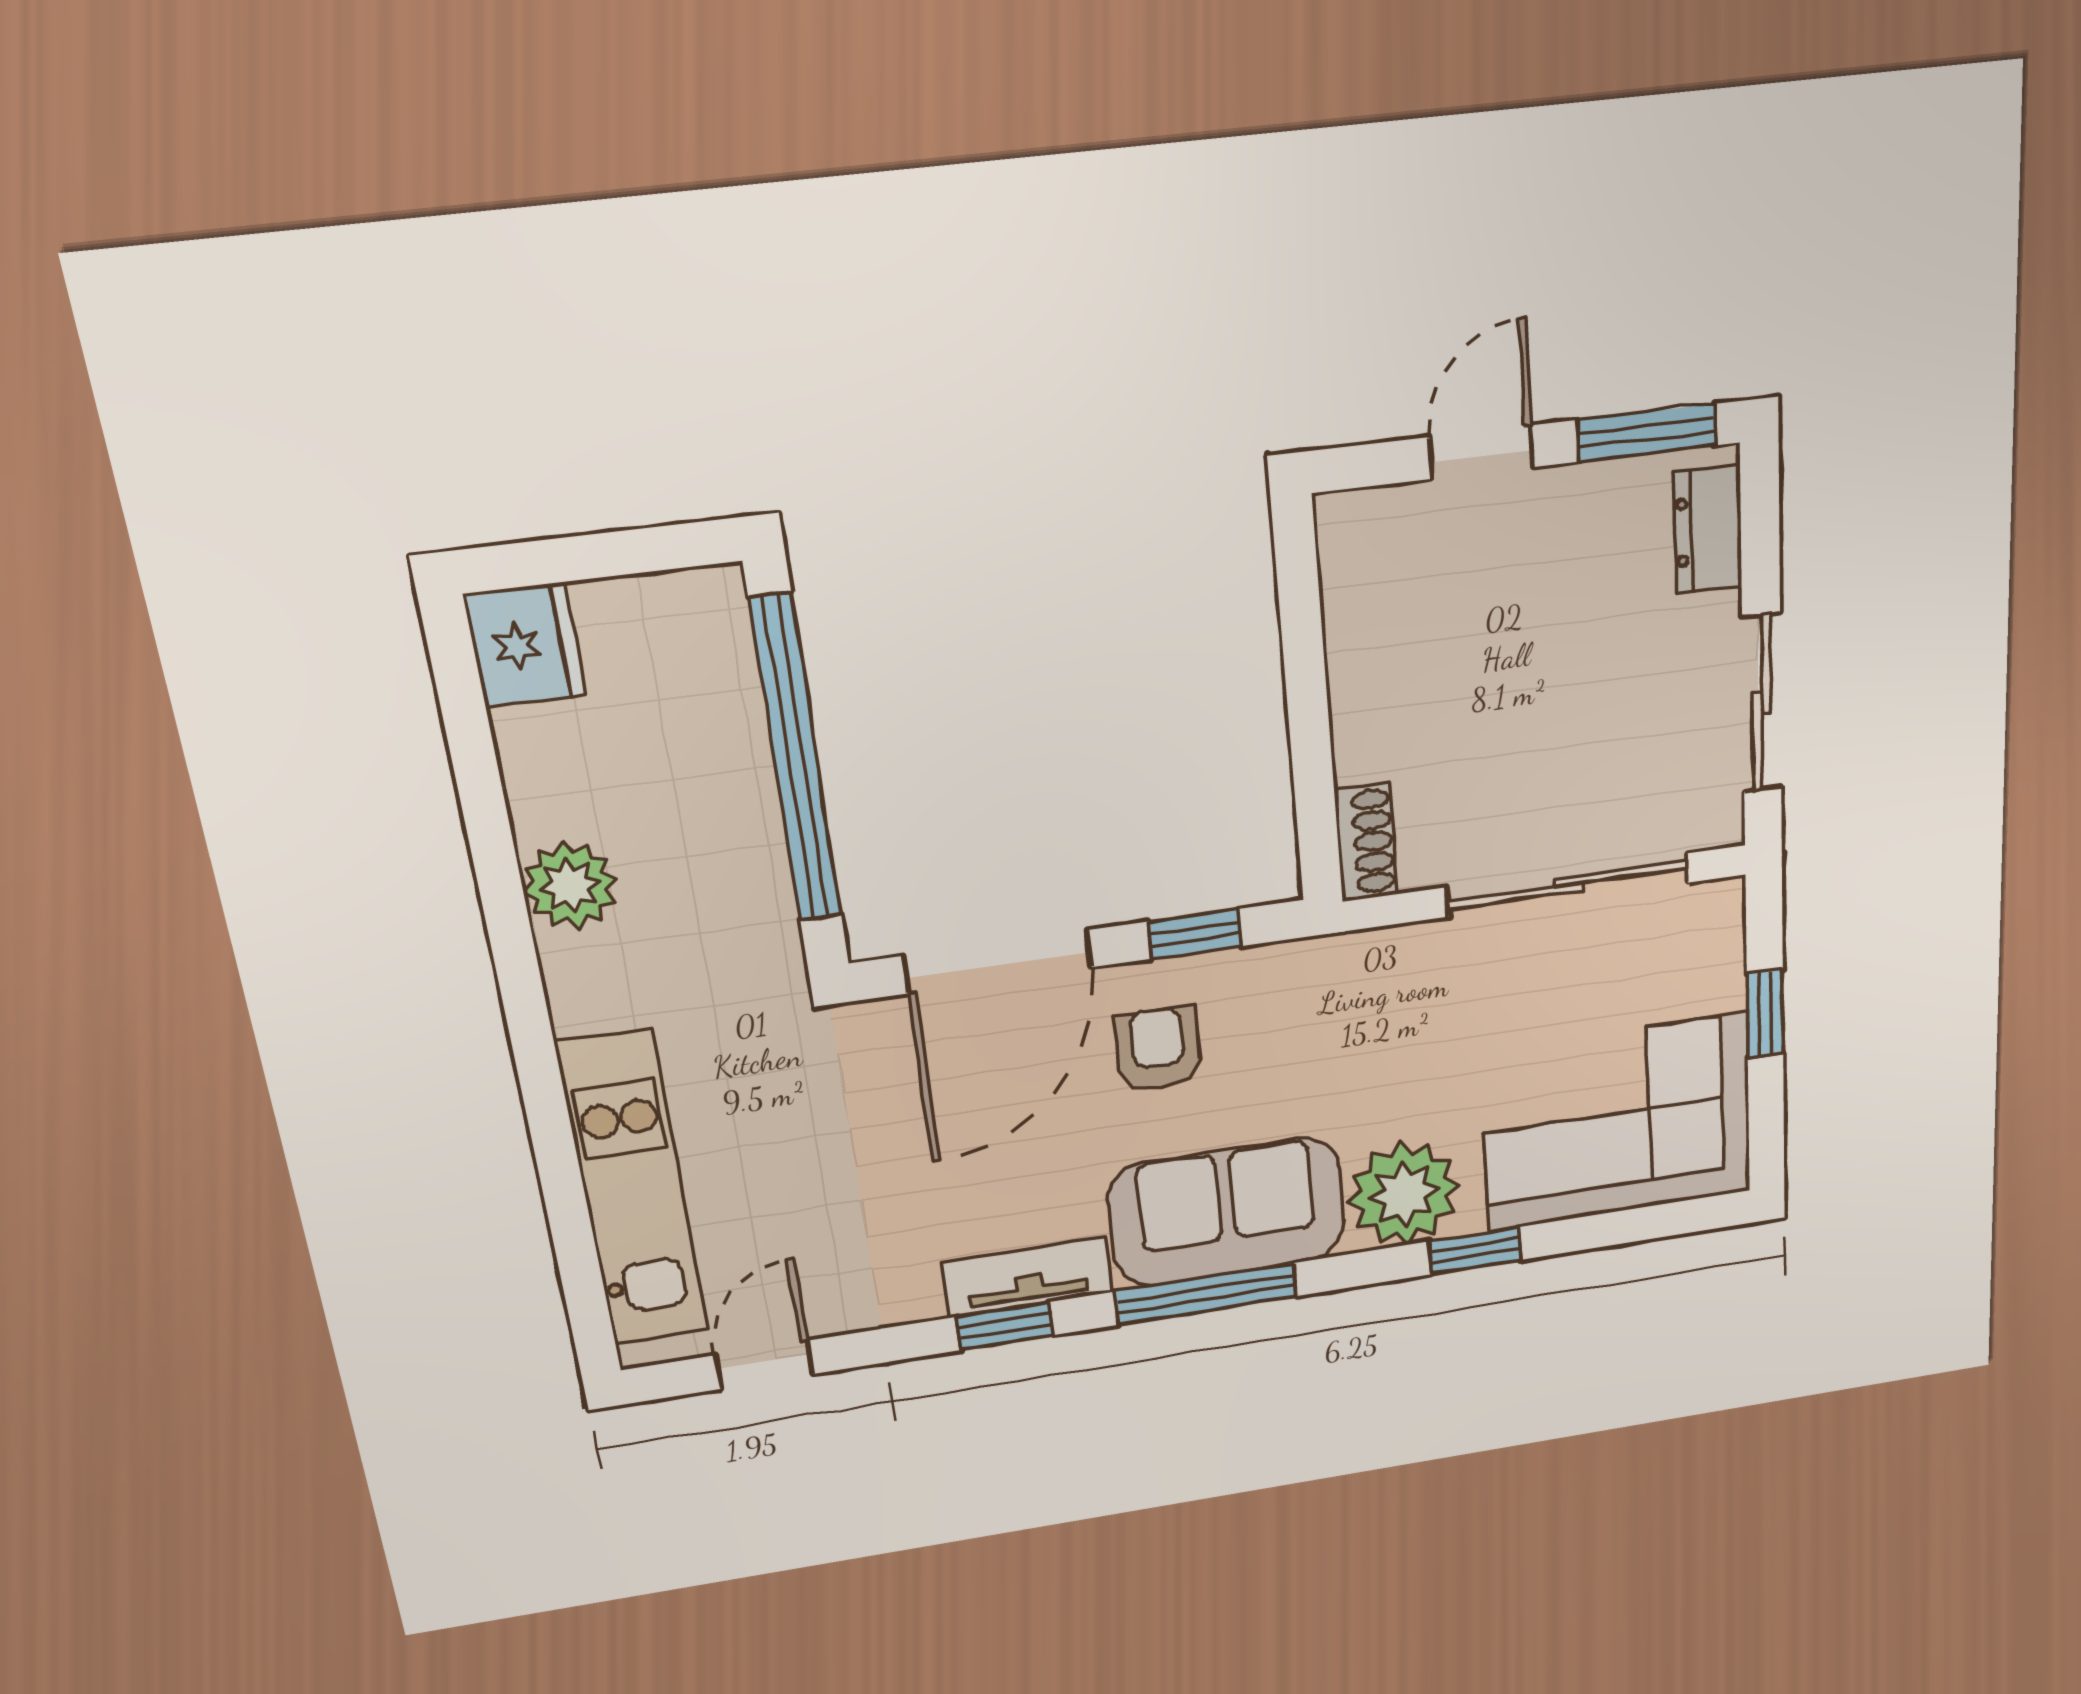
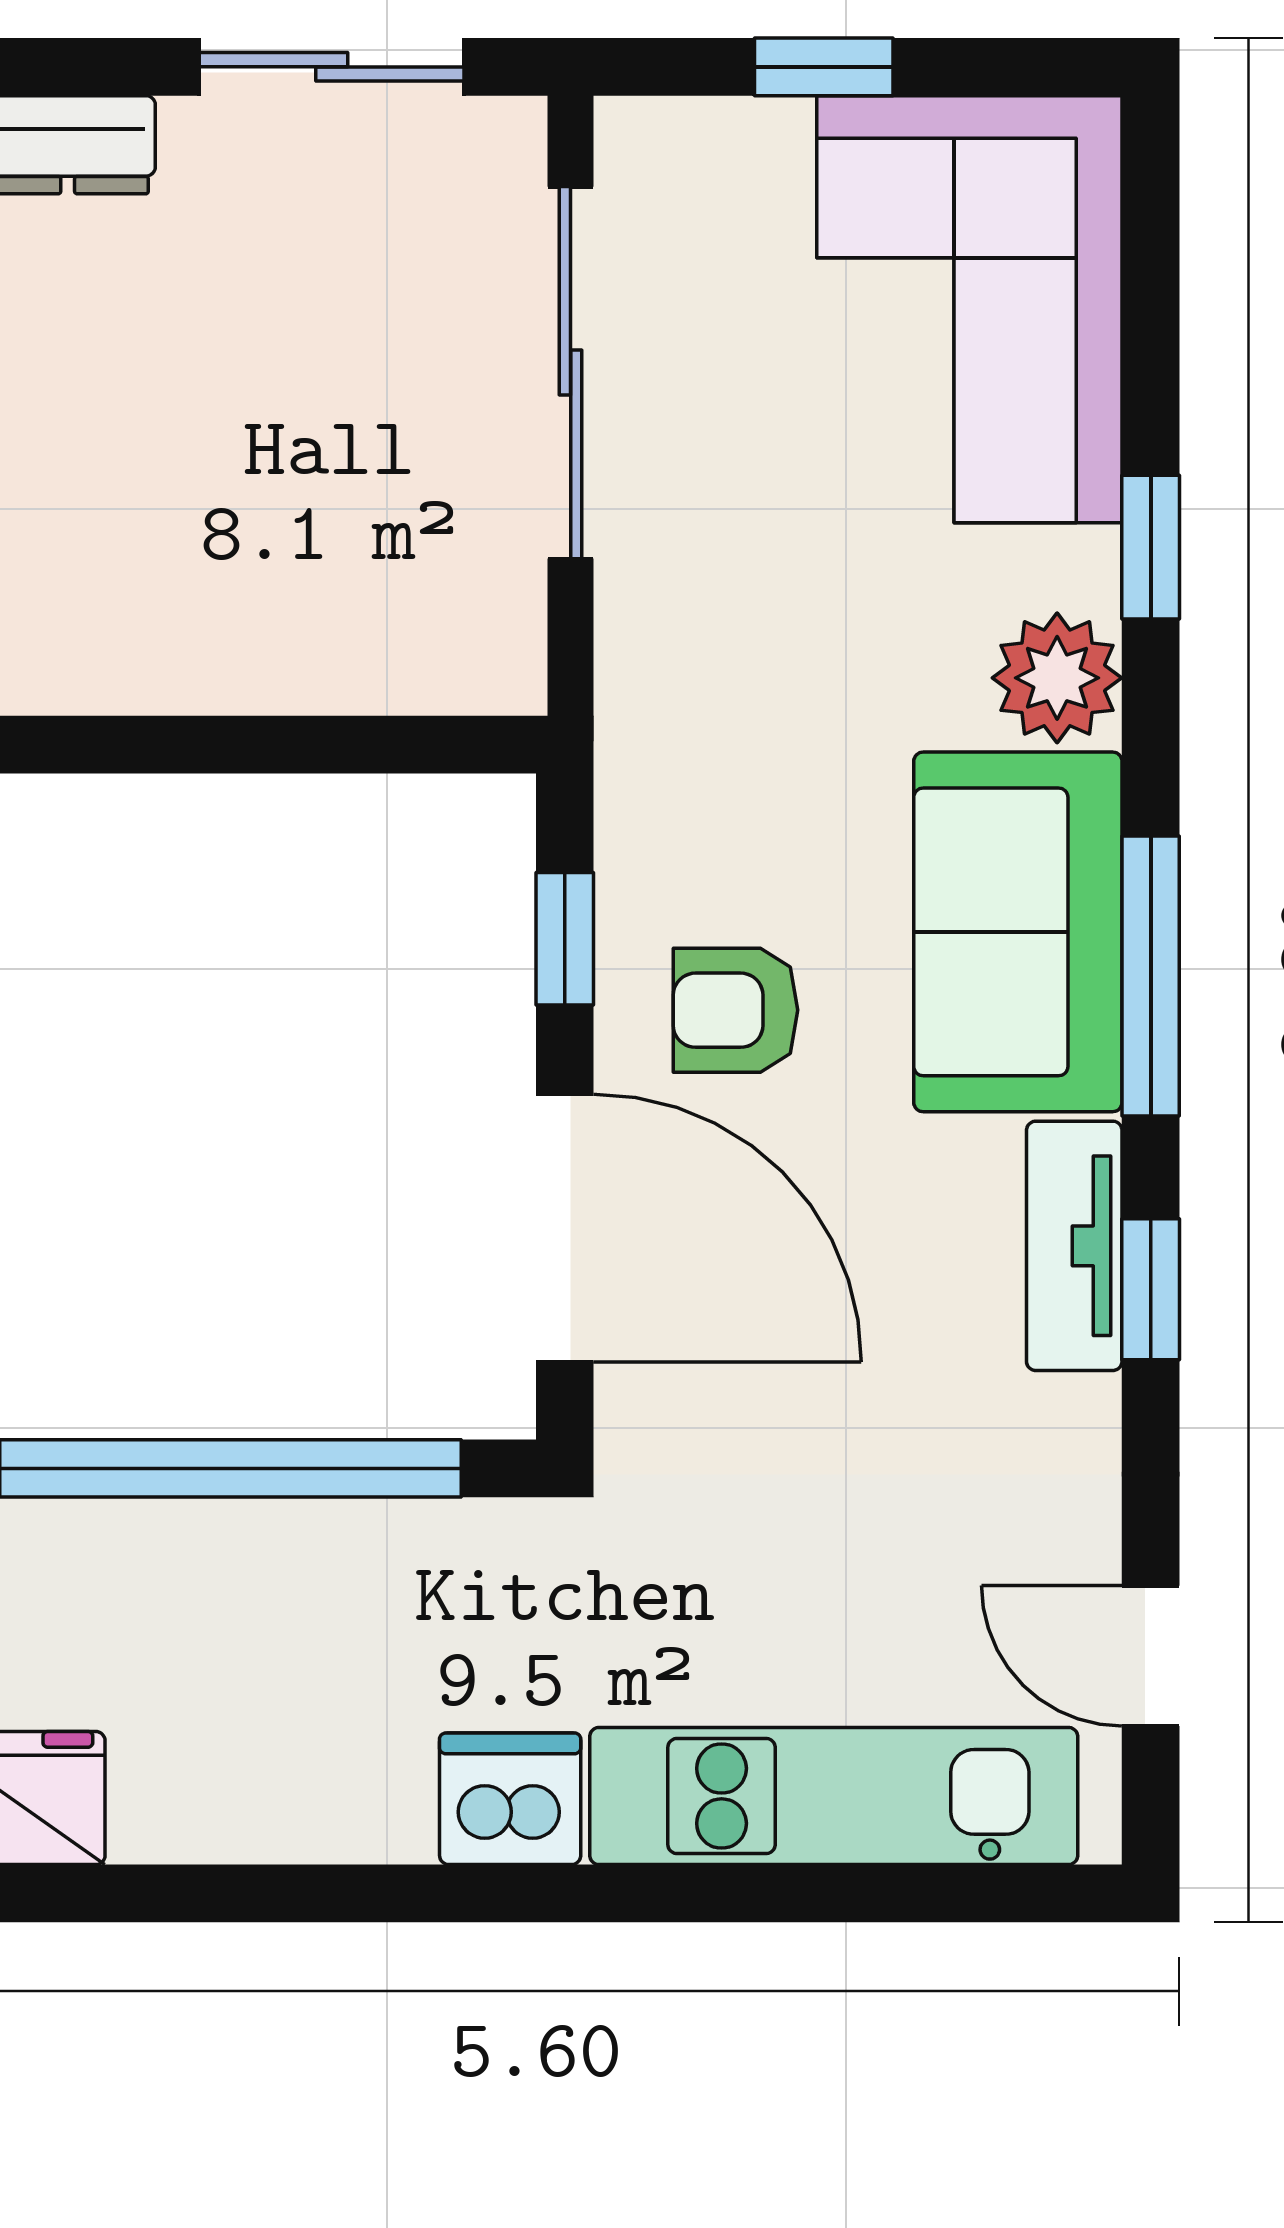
shoe rack: (1366, 842) -> (462, 674), removed
plant: (570, 886) -> (366, 1801), removed
dishwasher: (591, 982) -> (510, 1799), added
plant: (1404, 1194) -> (1057, 678), width x0.73, depth x0.73

